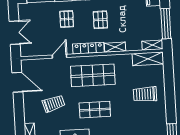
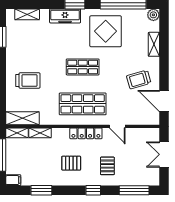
pallet: (100, 20) -> (71, 163), turned 90
shelving: (115, 47) -> (40, 133), moved
door: (60, 56) -> (117, 126), hinge flipped
trolley: (54, 104) -> (139, 79), moved

